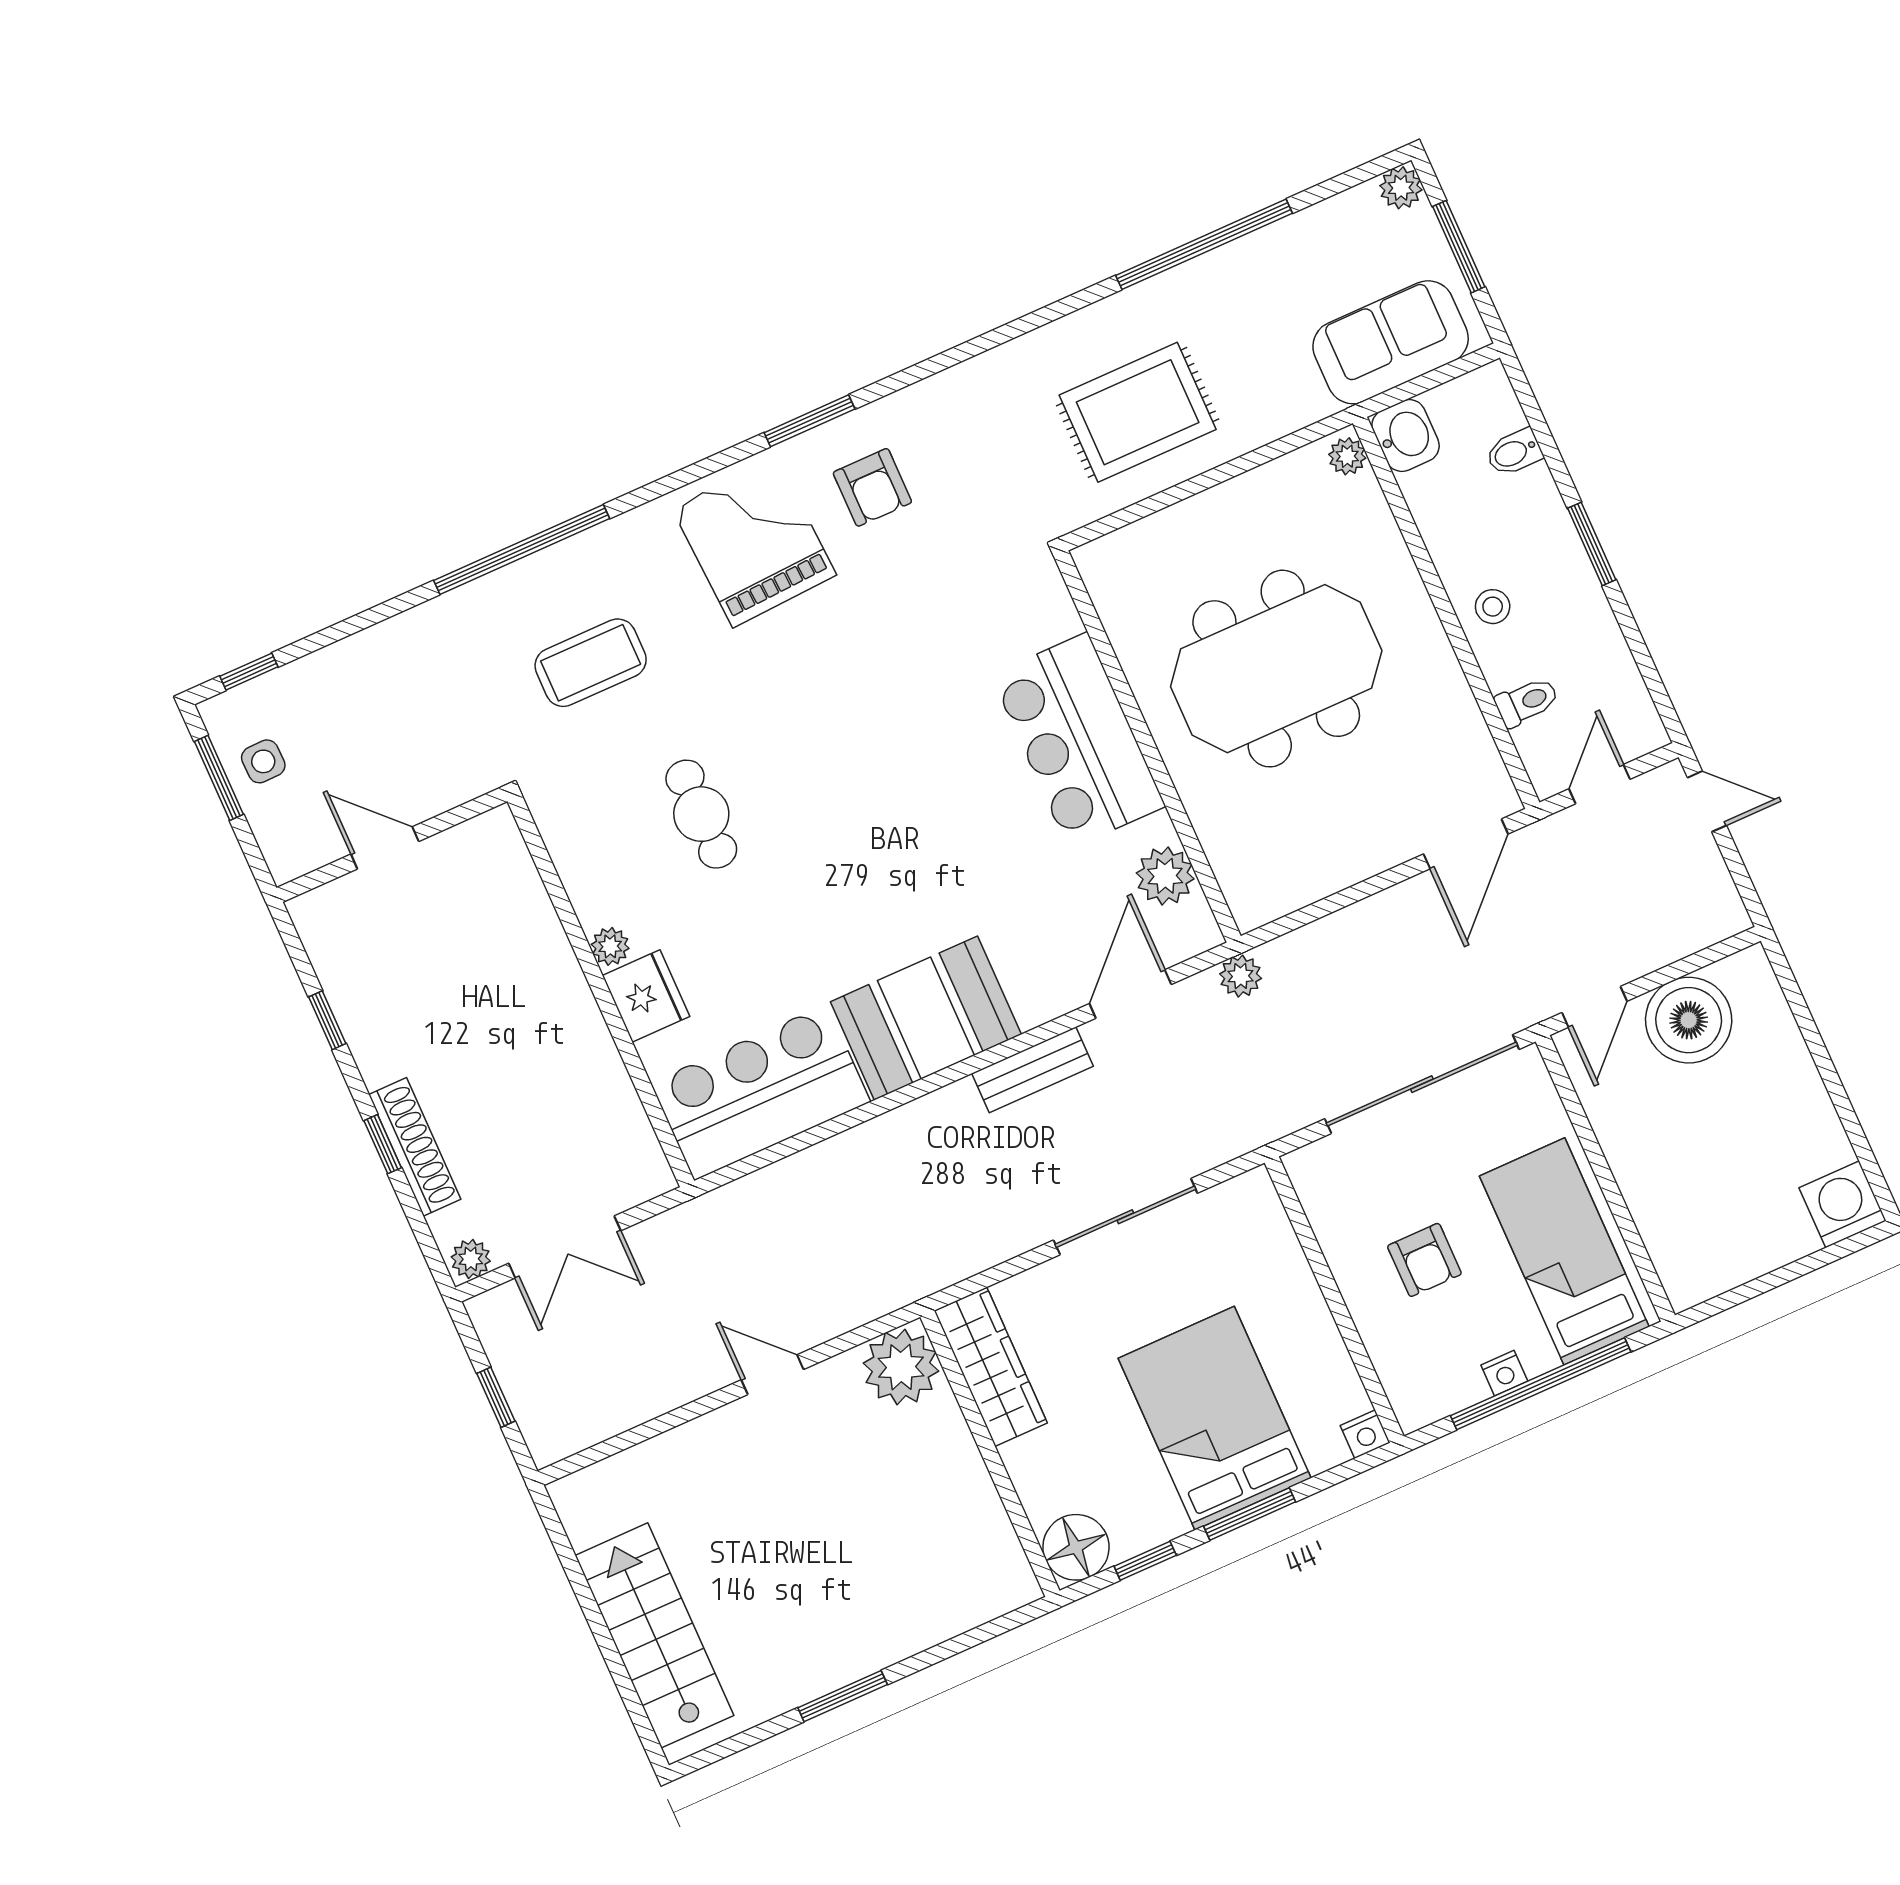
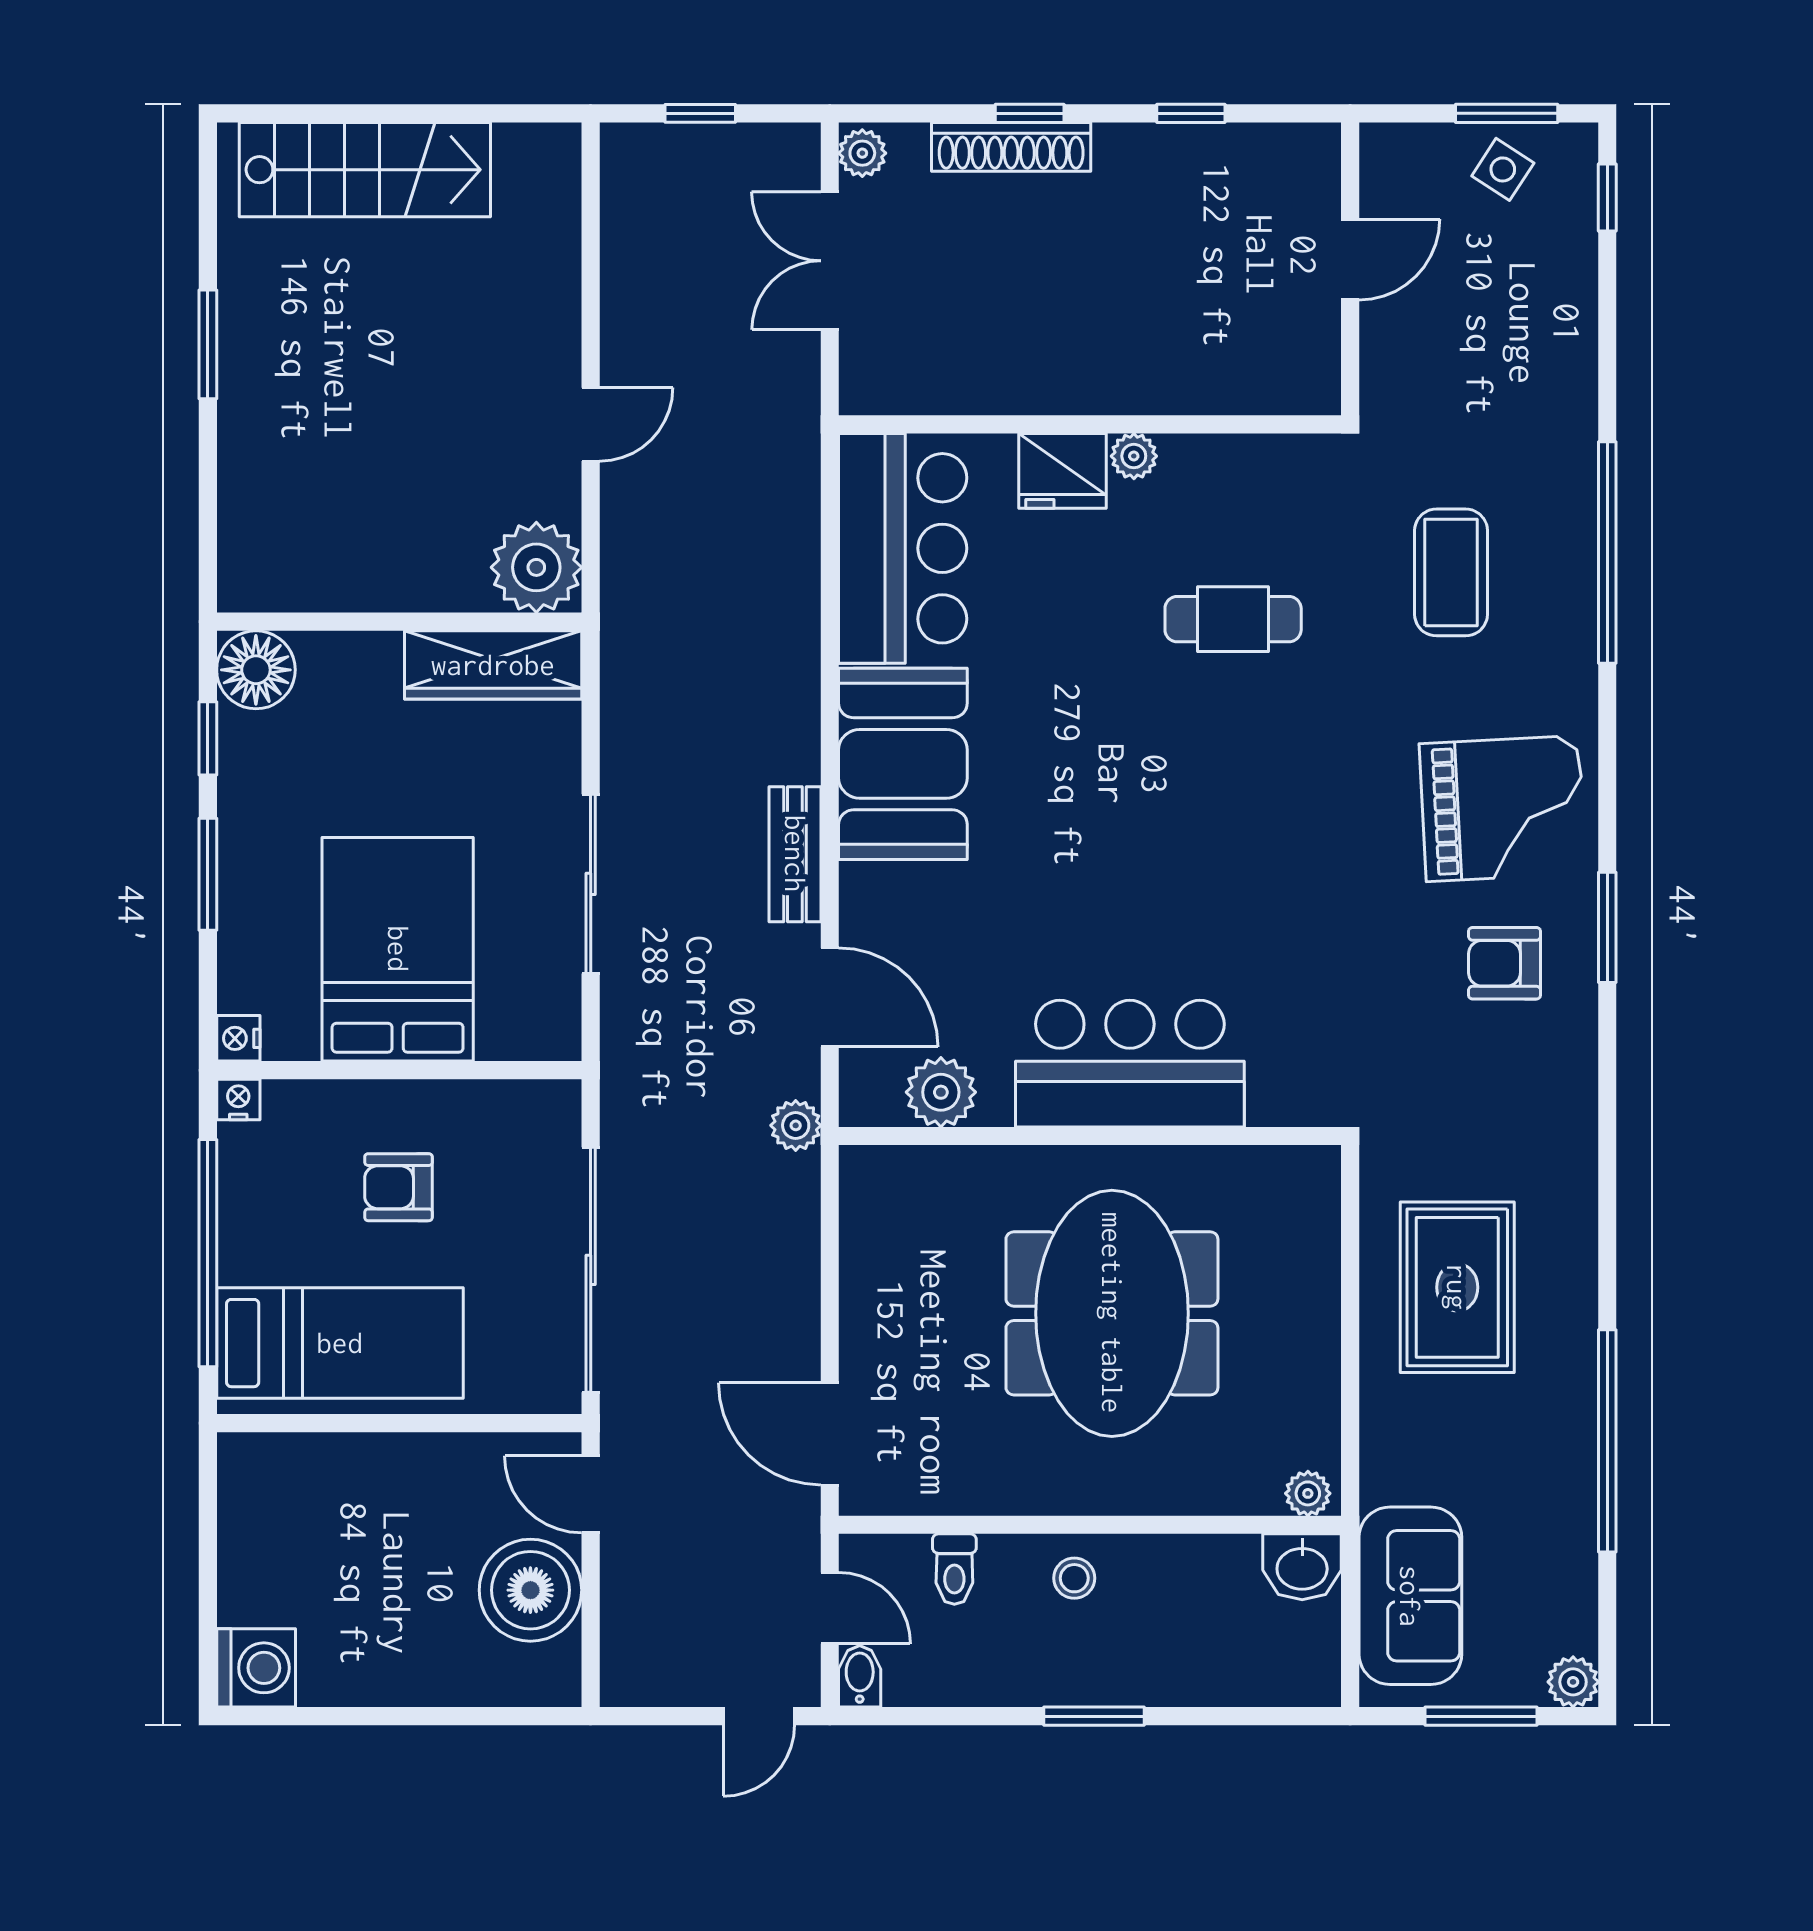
bidet: (1514, 452) -> (860, 1676), moved
side table: (263, 761) -> (1503, 169), turned 34
nightstand: (1504, 1373) -> (238, 1100), moved, turned 90
bed: (1215, 1418) -> (398, 949), moved, turned -90

